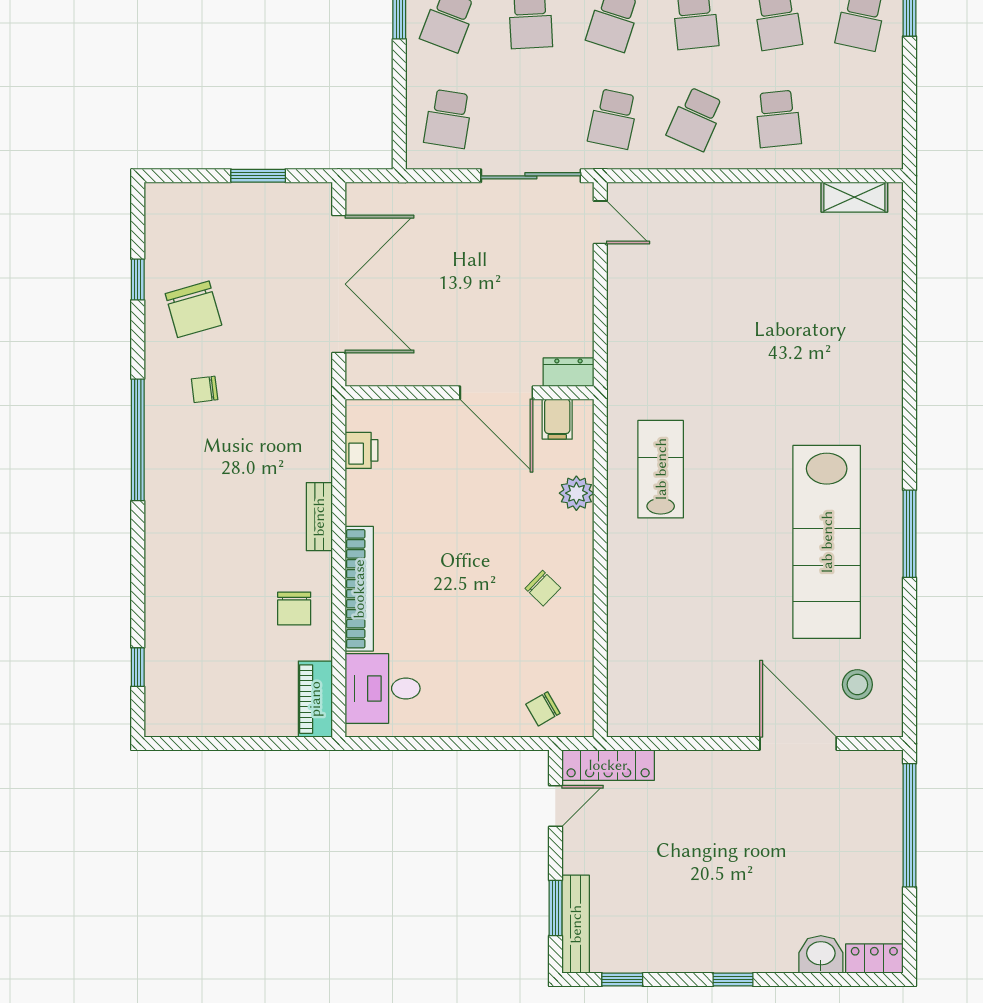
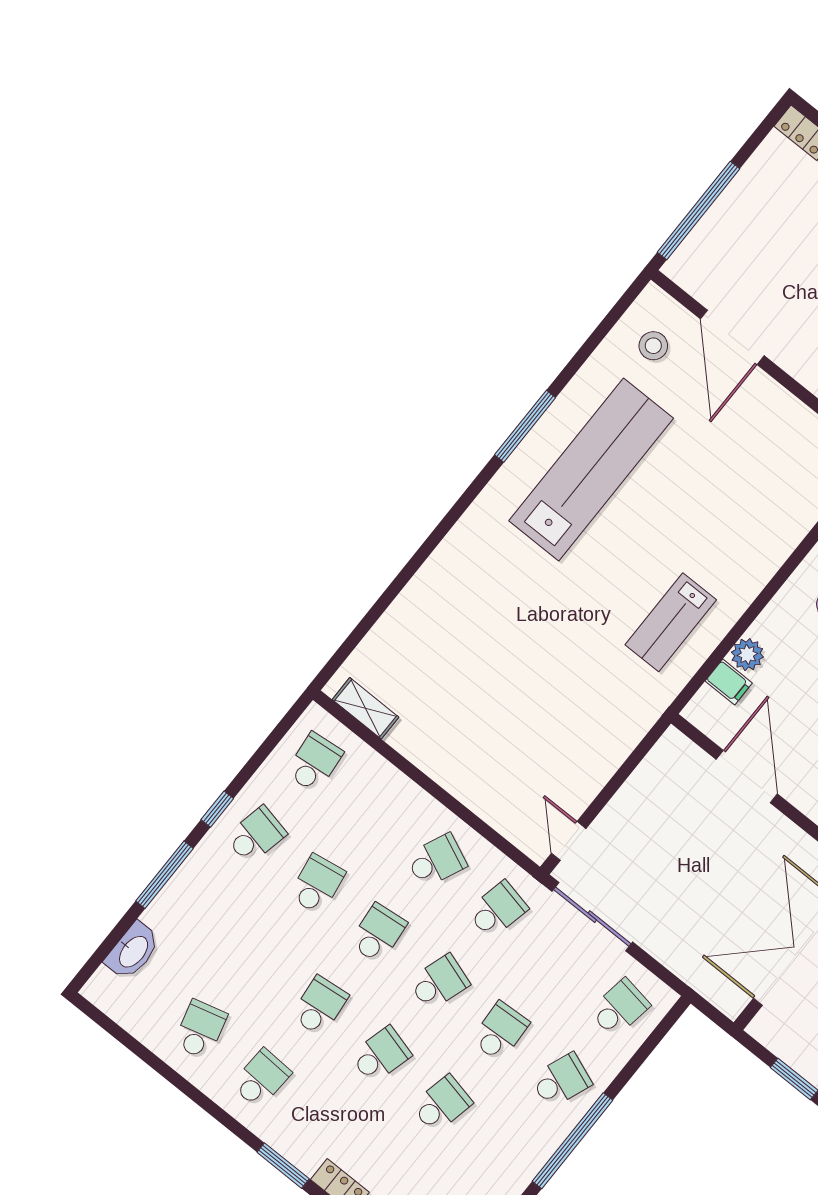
school desk: (778, 119) -> (314, 763), moved
dresser: (568, 372) -> (681, 749), removed
filing cabinet: (557, 419) -> (729, 682), moved, turned 90

